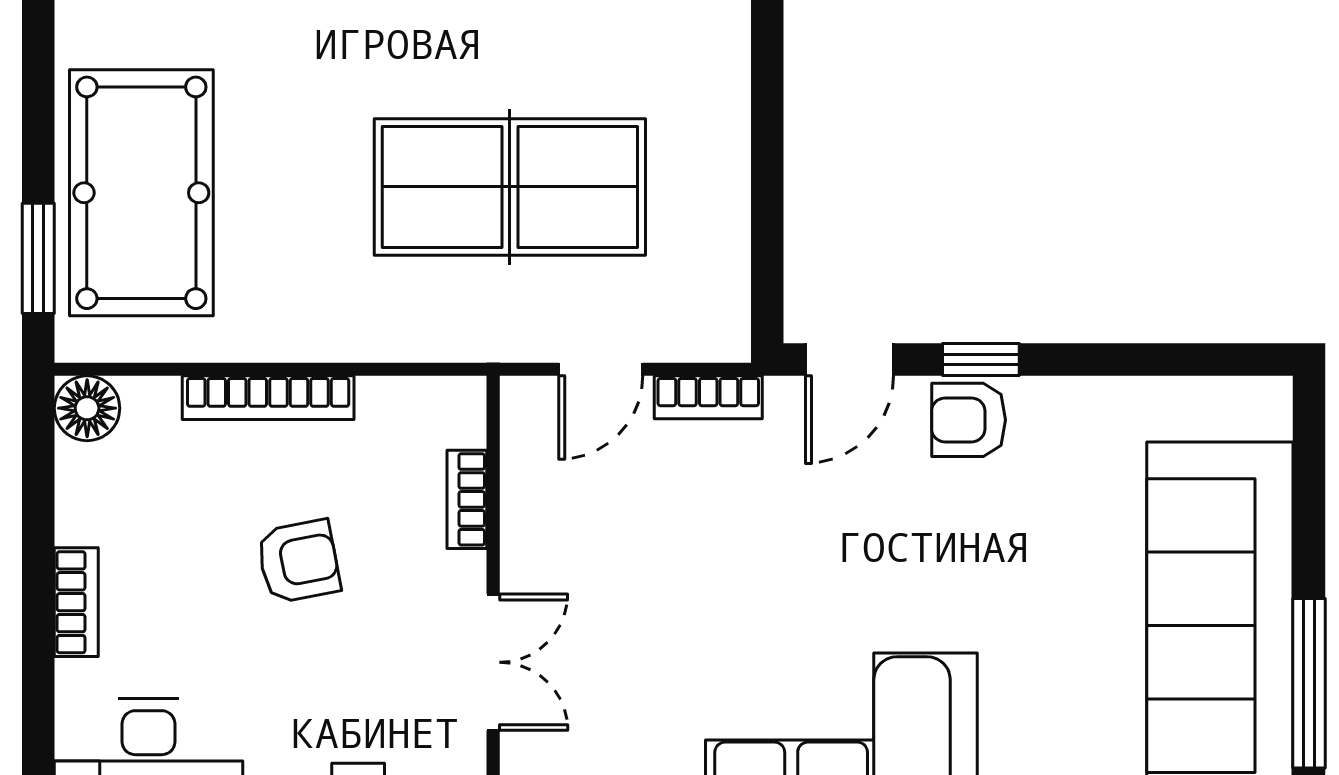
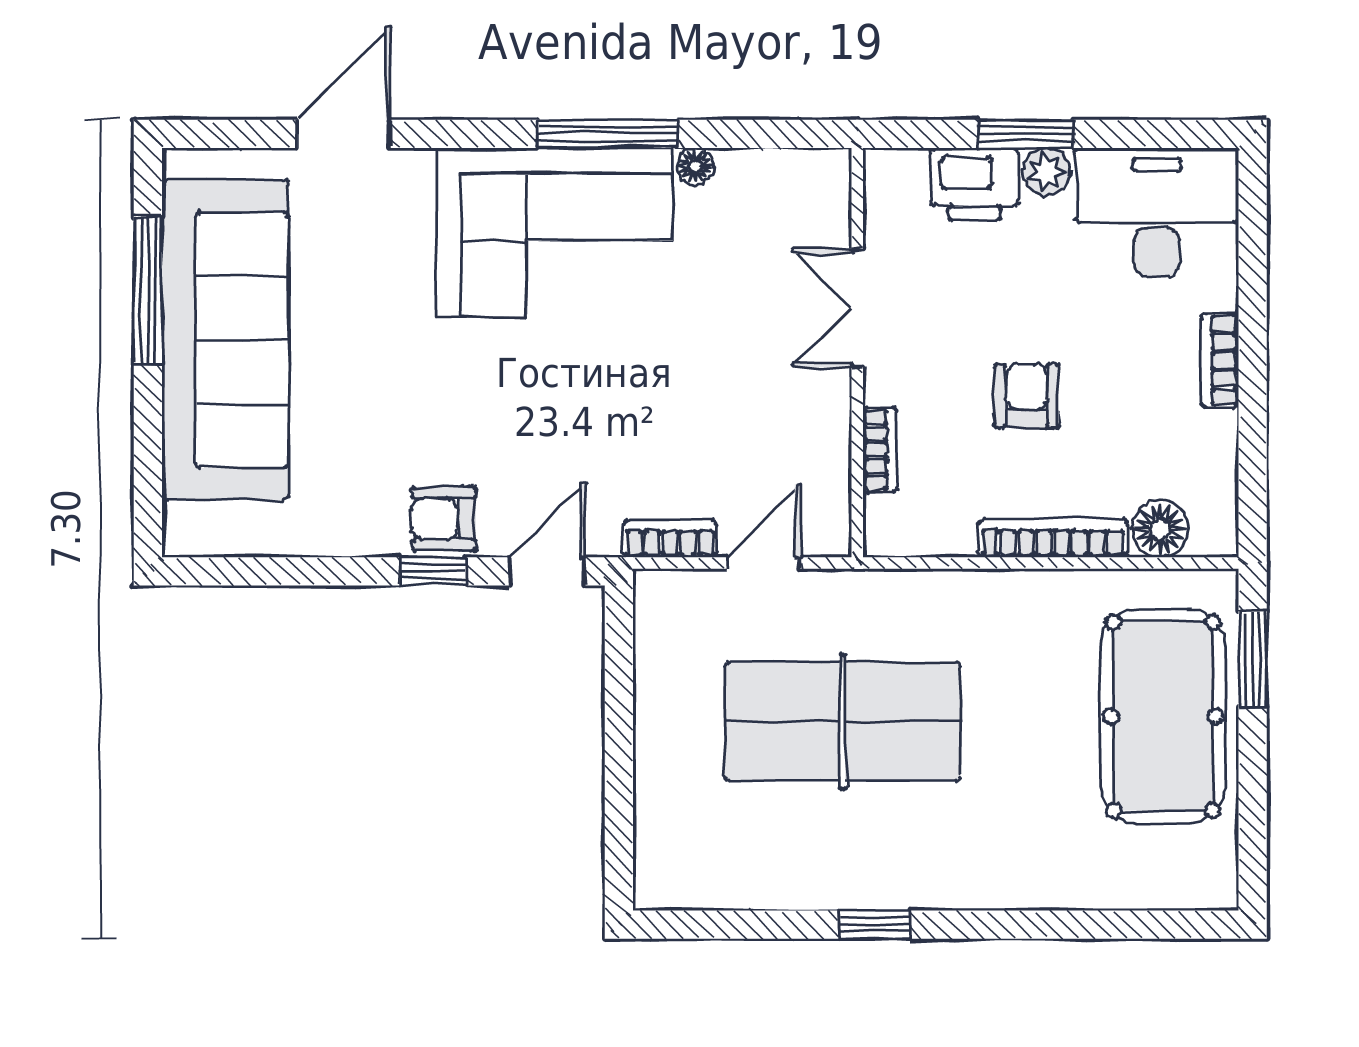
floor lamp: (87, 408) -> (1160, 529), moved
armchair: (969, 420) -> (444, 519), turned 180
armchair: (299, 561) -> (1026, 396), turned 101

